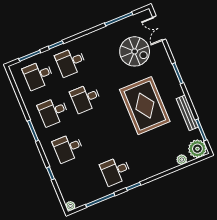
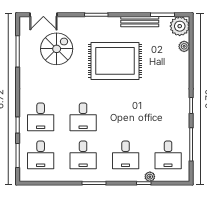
desk: (116, 171) -> (168, 155), moved
plant: (70, 206) -> (150, 177), moved

